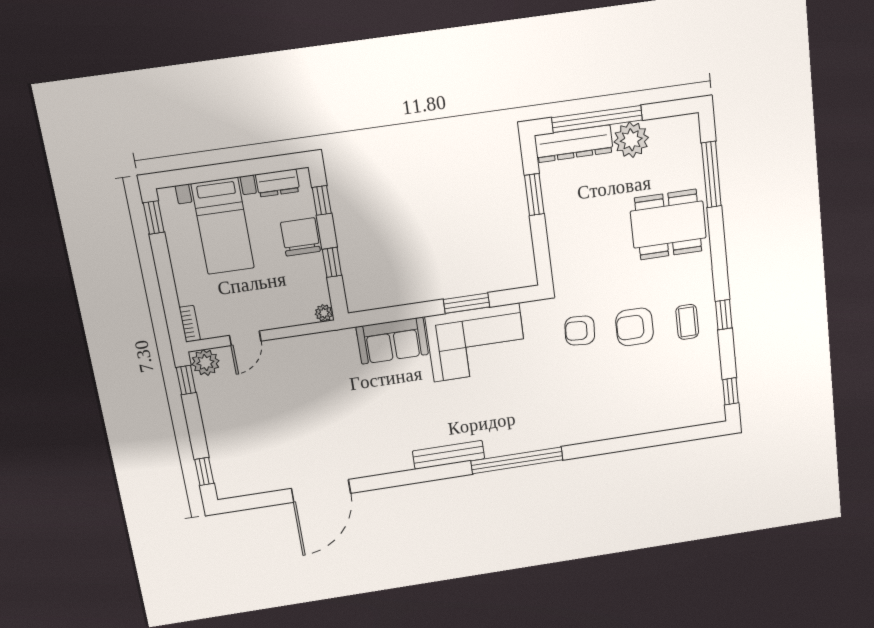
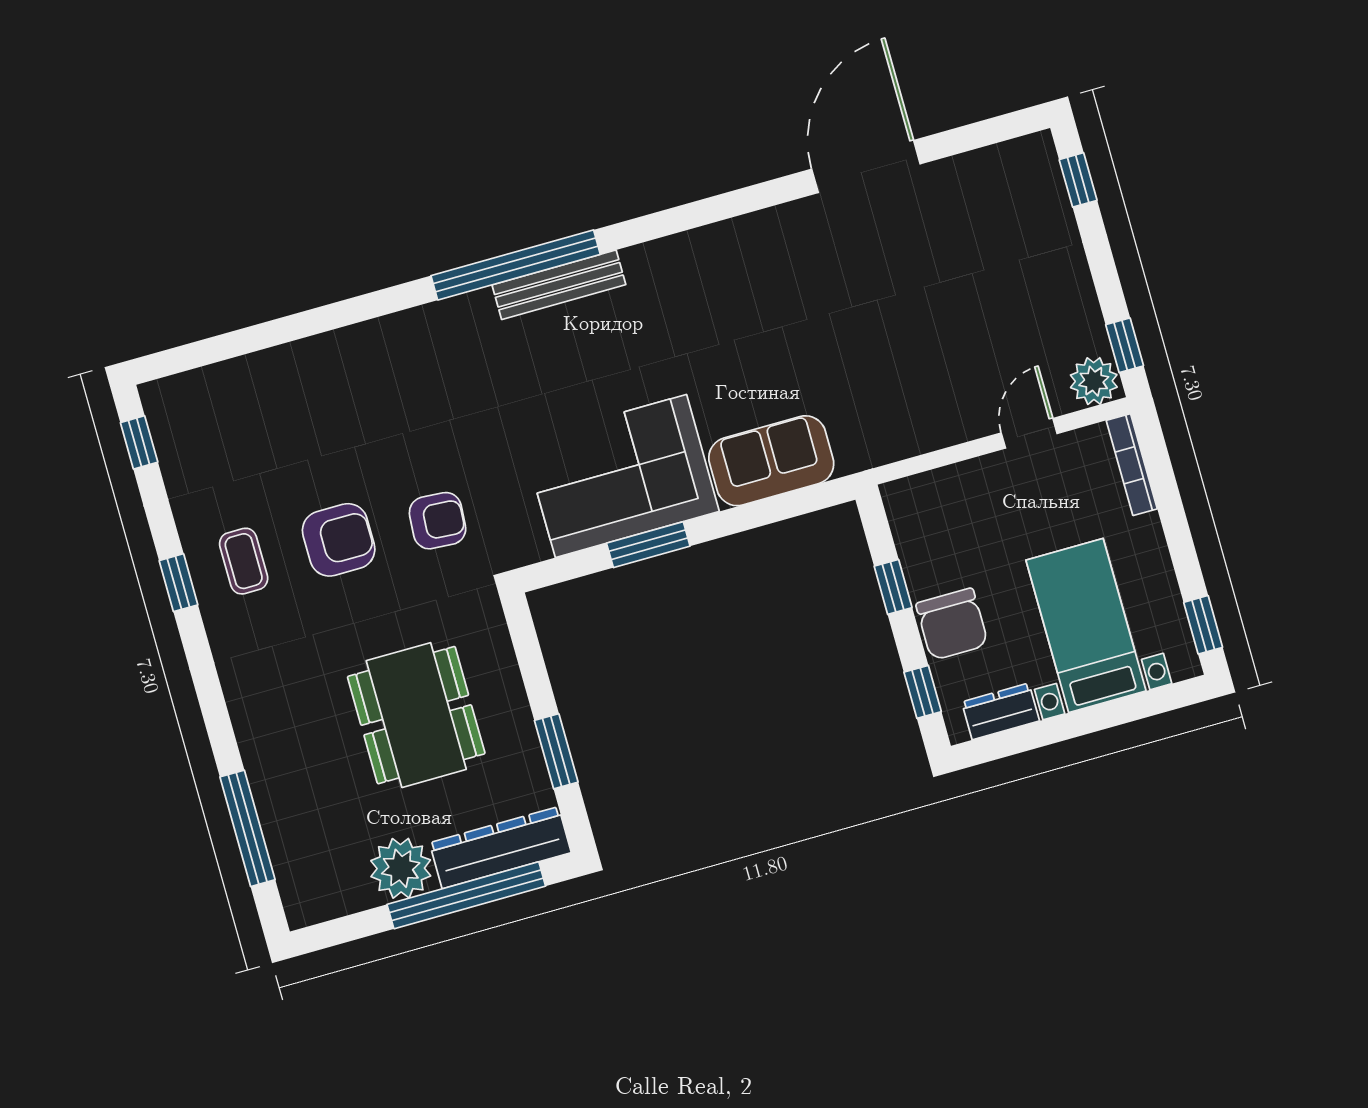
dining table: (668, 225) -> (416, 715), moved, turned 90
plant: (324, 313) -> (897, 496), removed
bookcase: (190, 324) -> (1132, 465), width x1.56
bench: (449, 455) -> (559, 285), moved

